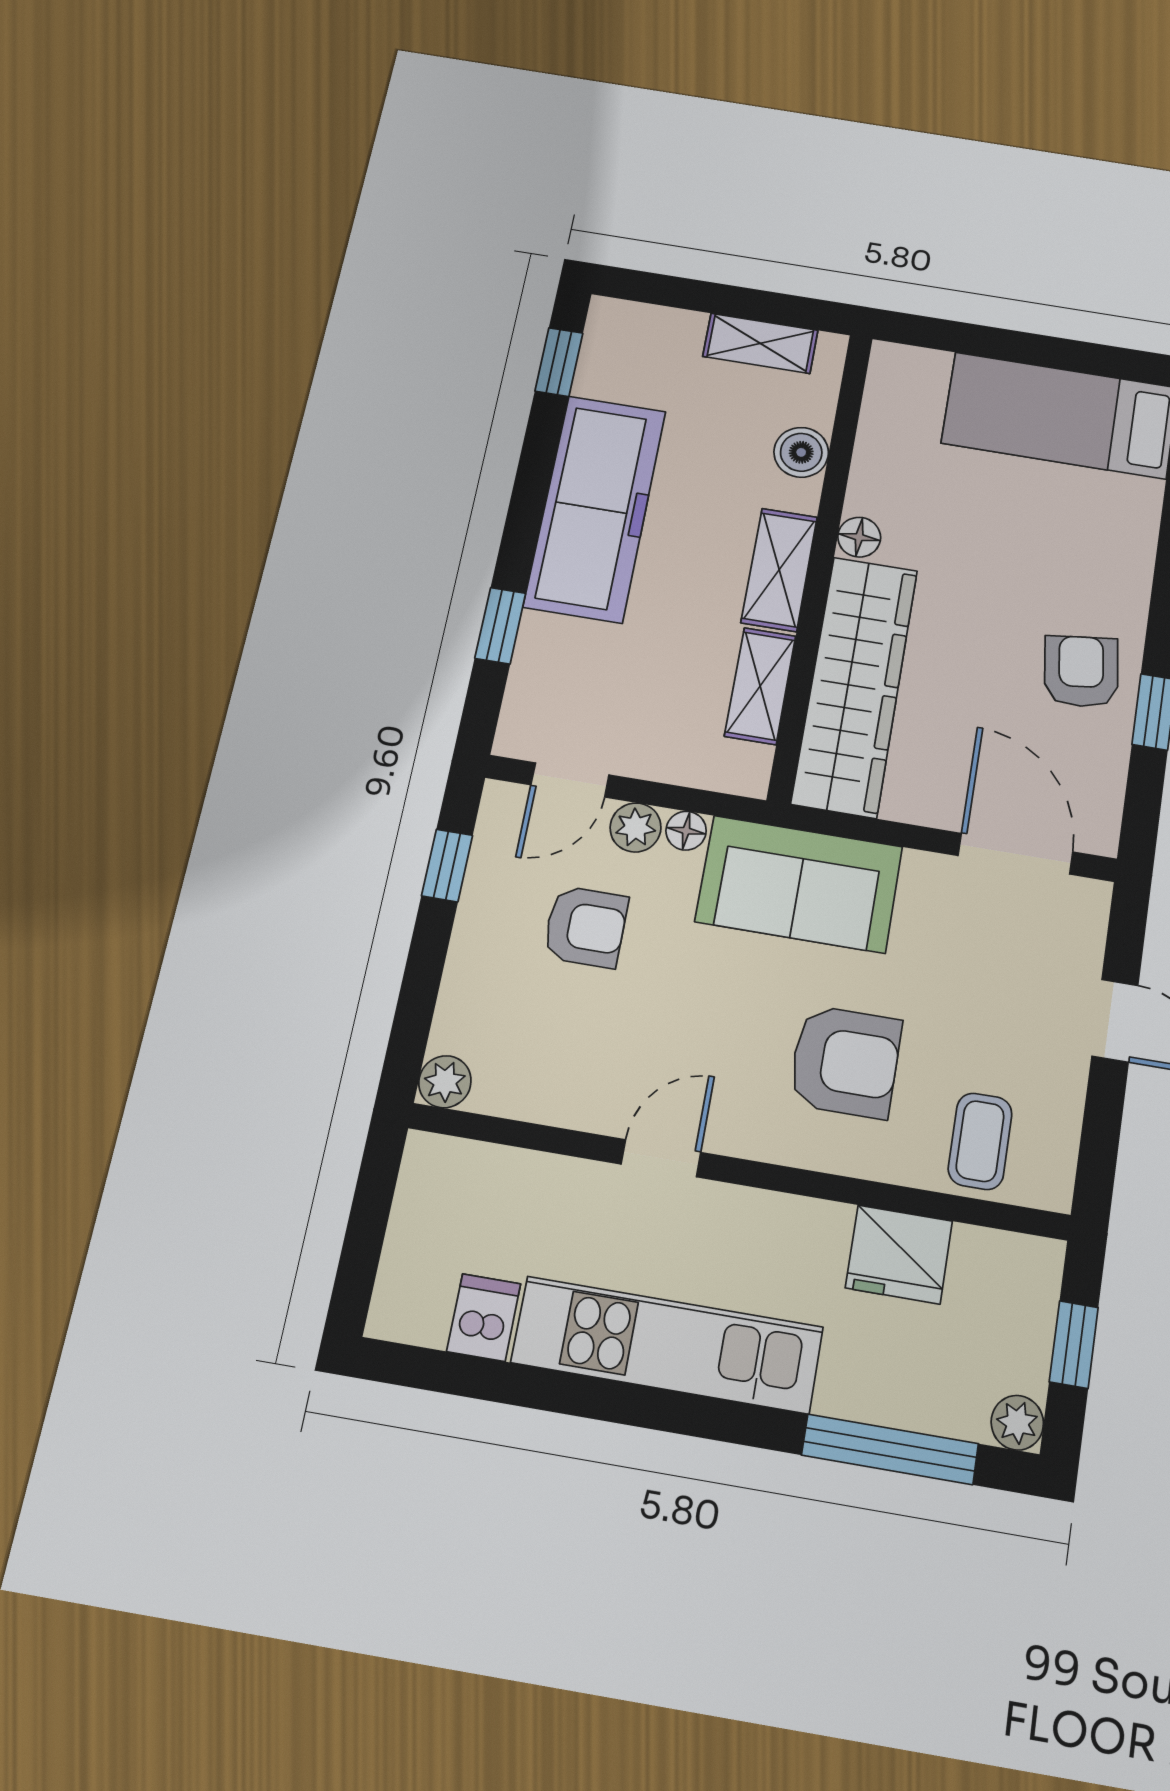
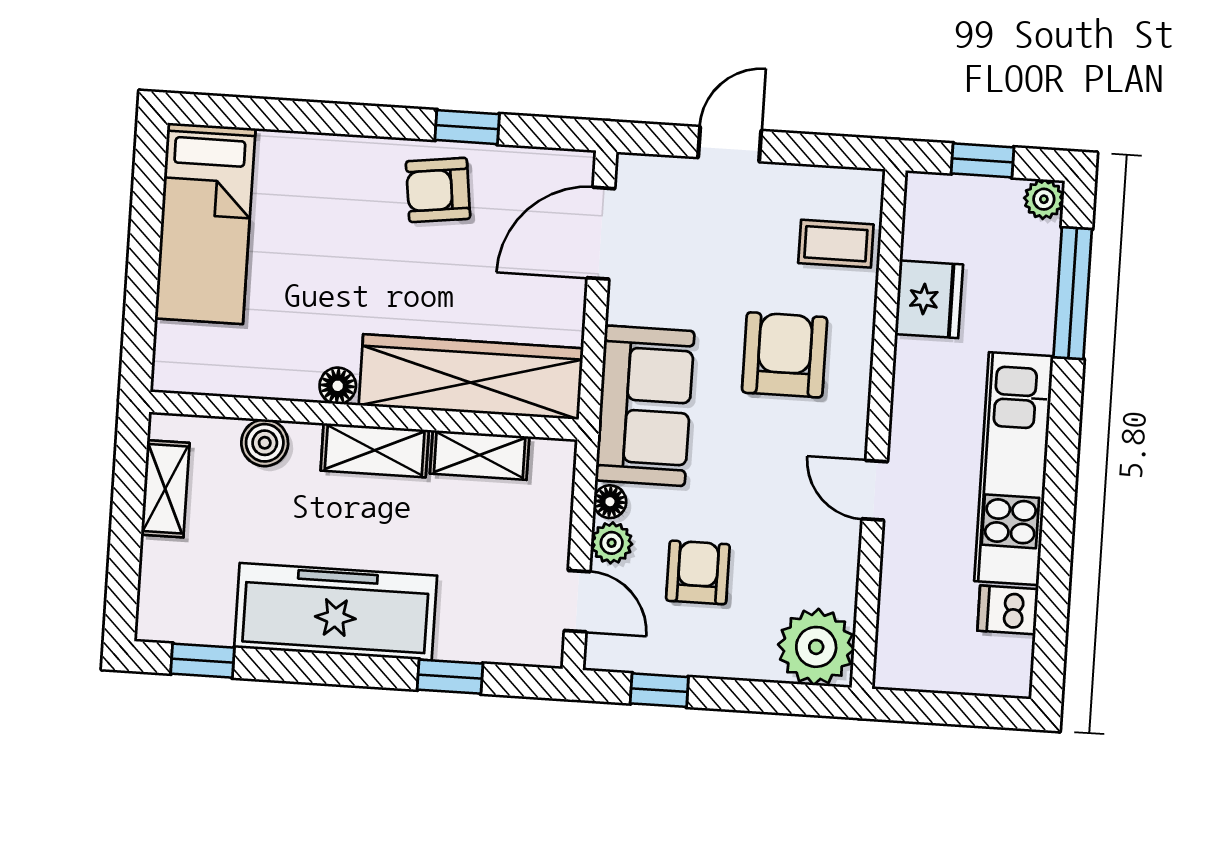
plant: (445, 1082) -> (816, 647), width x1.87, depth x1.87

